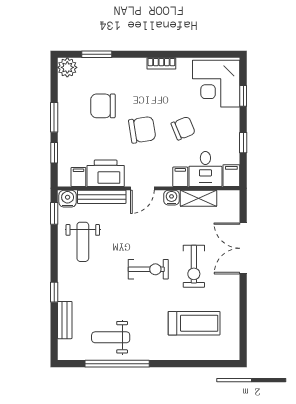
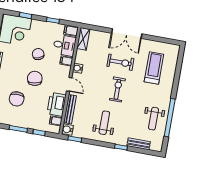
shelving: (199, 198) -> (83, 39), moved
weight bench: (83, 242) -> (104, 123), moved, turned -90
double door: (243, 248) -> (127, 34), moved

